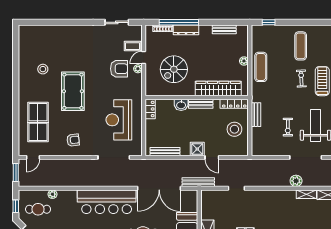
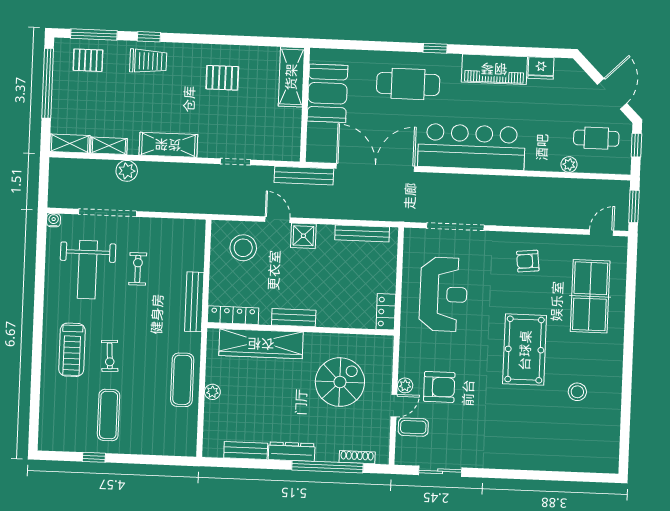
window: (269, 22) -> (94, 457), moved
dresser: (186, 30) -> (292, 452), moved
armchair: (119, 69) -> (439, 387), turned 180
washbasin: (181, 105) -> (329, 317), removed
bench: (256, 115) -> (194, 302), width x1.36
stool: (234, 129) -> (243, 248), moved
shelving: (274, 196) -> (168, 145), added

